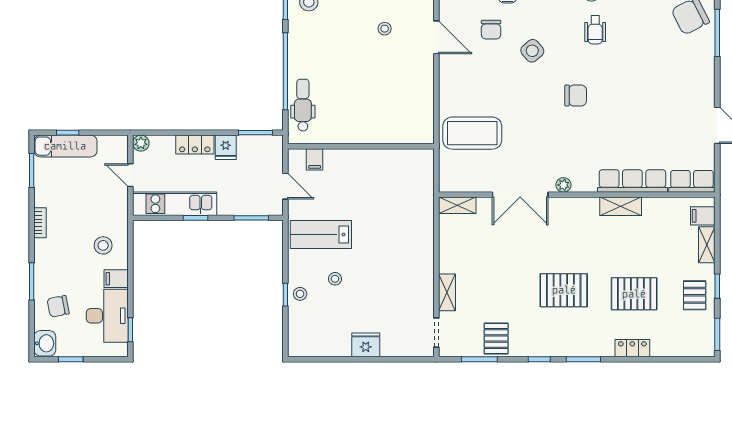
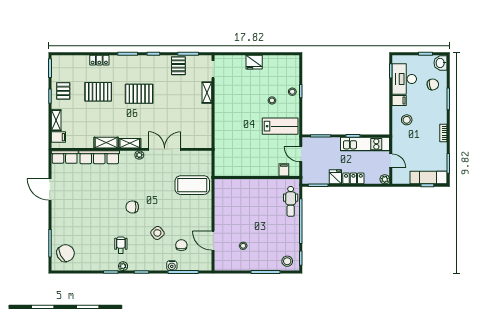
shelving: (457, 205) -> (130, 143), moved

